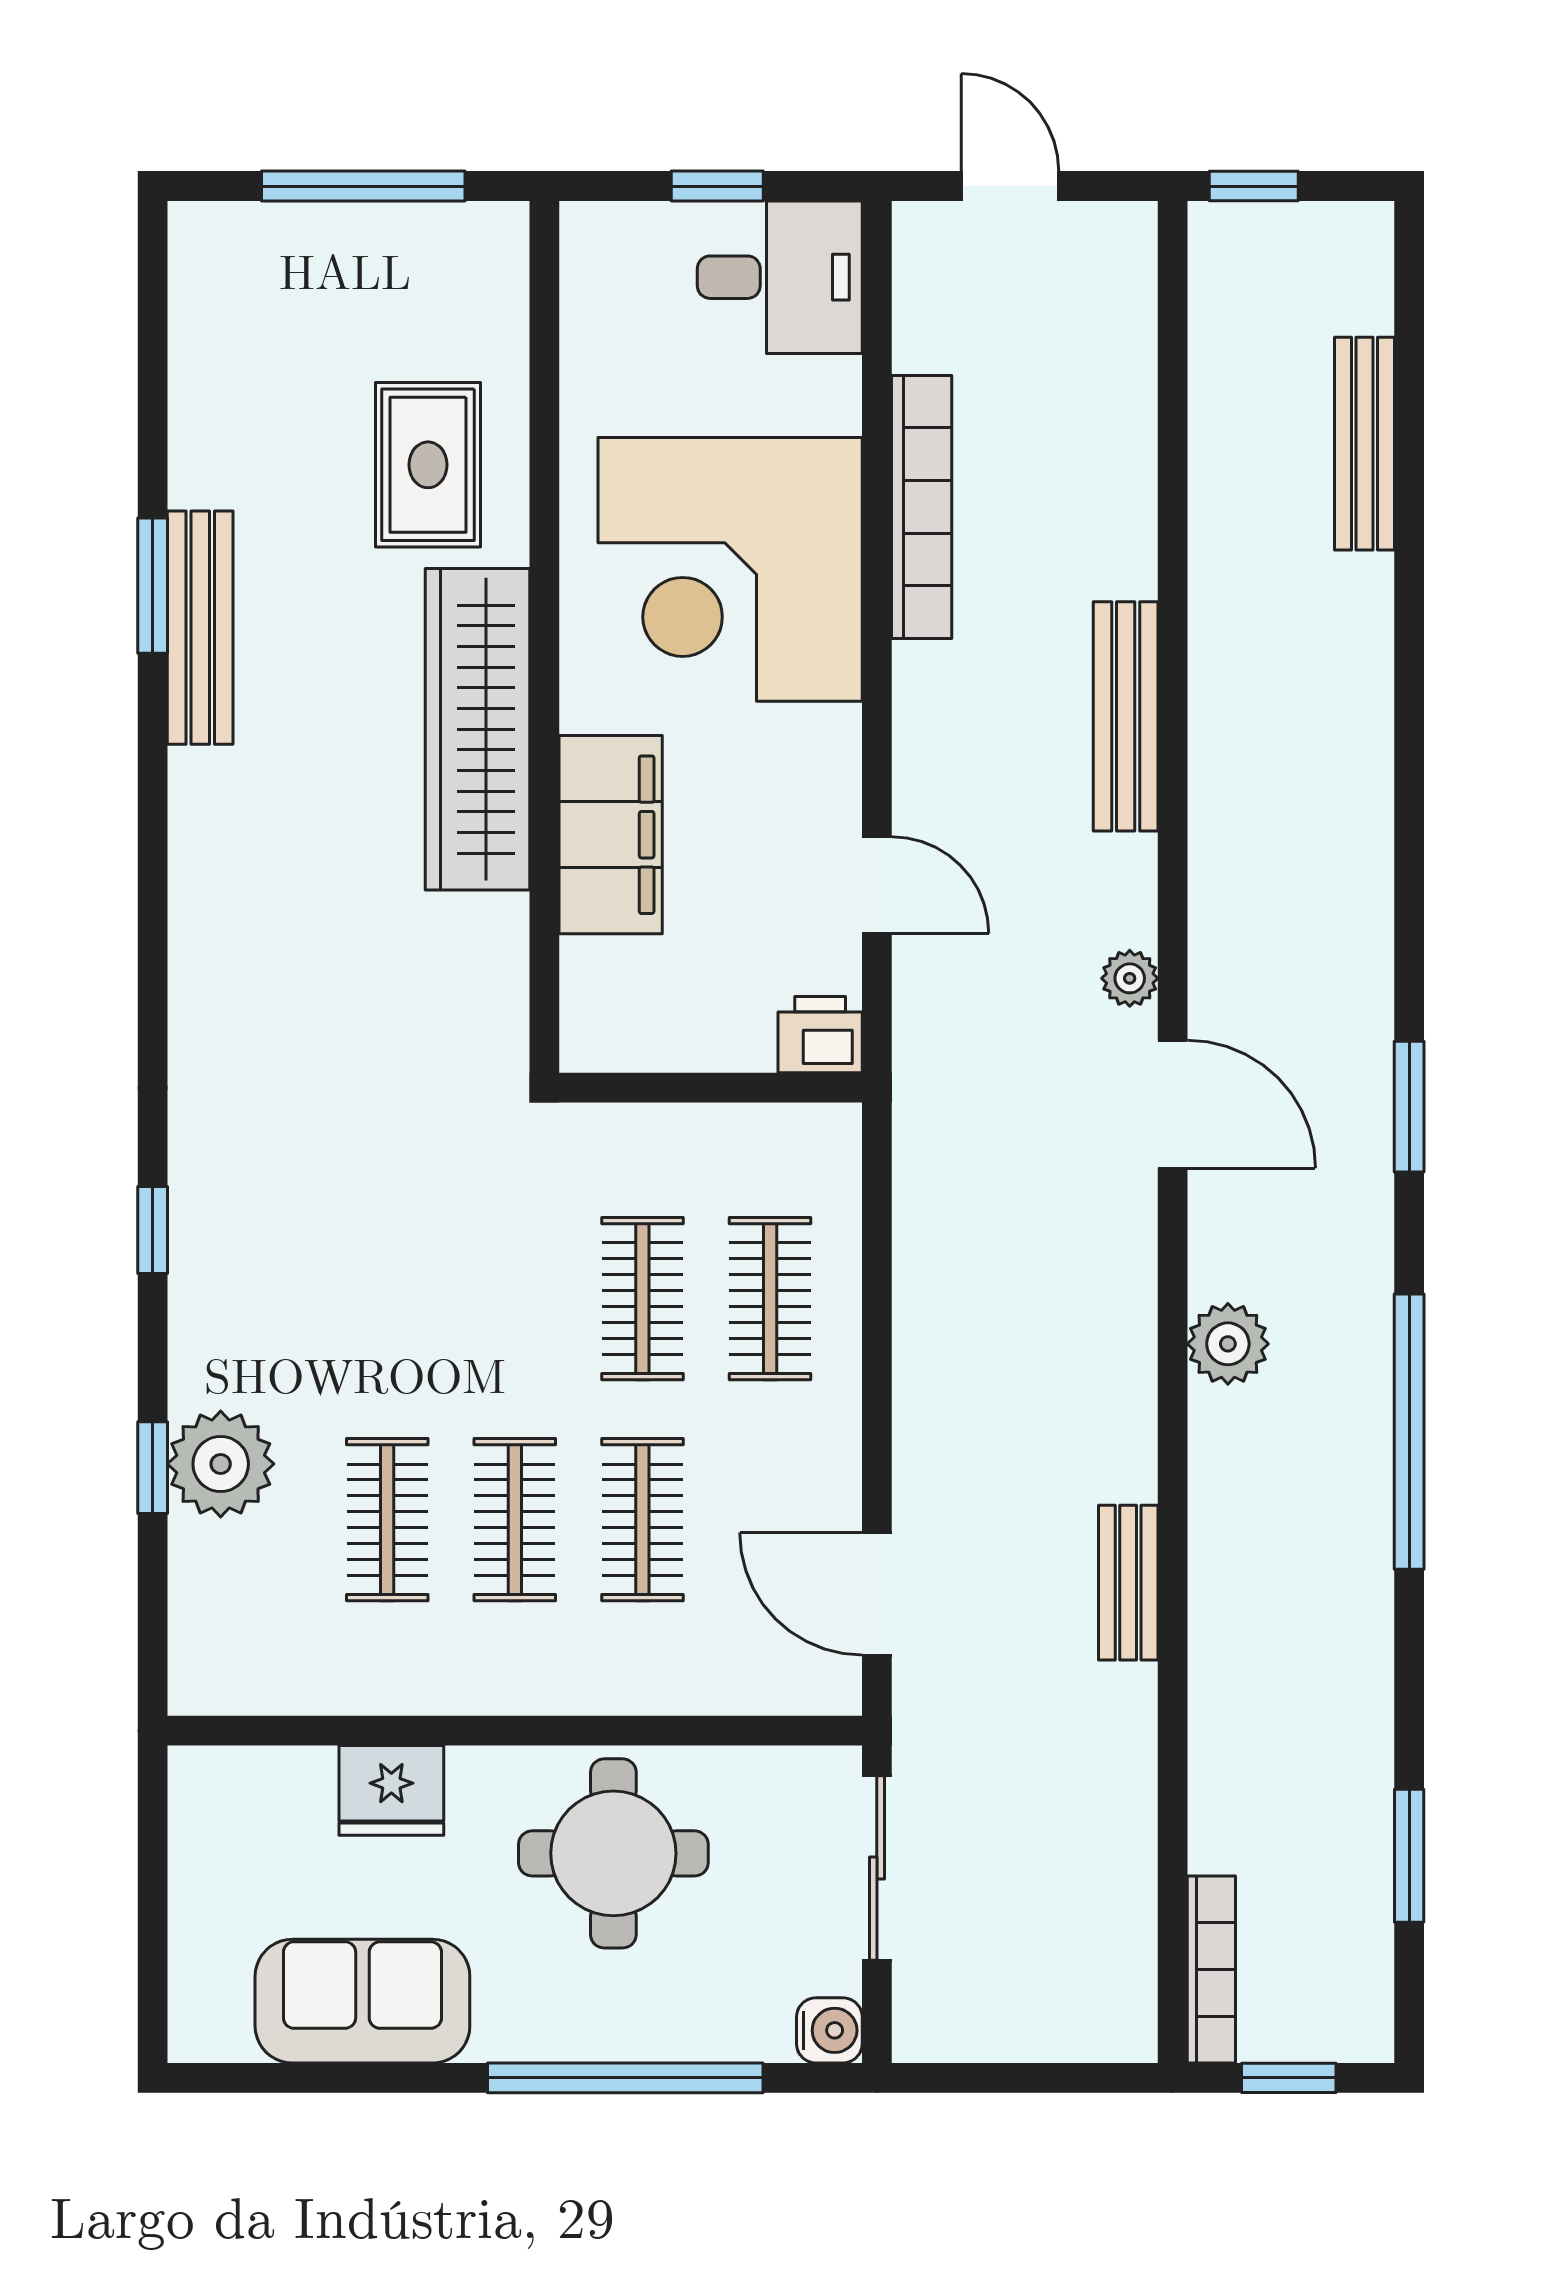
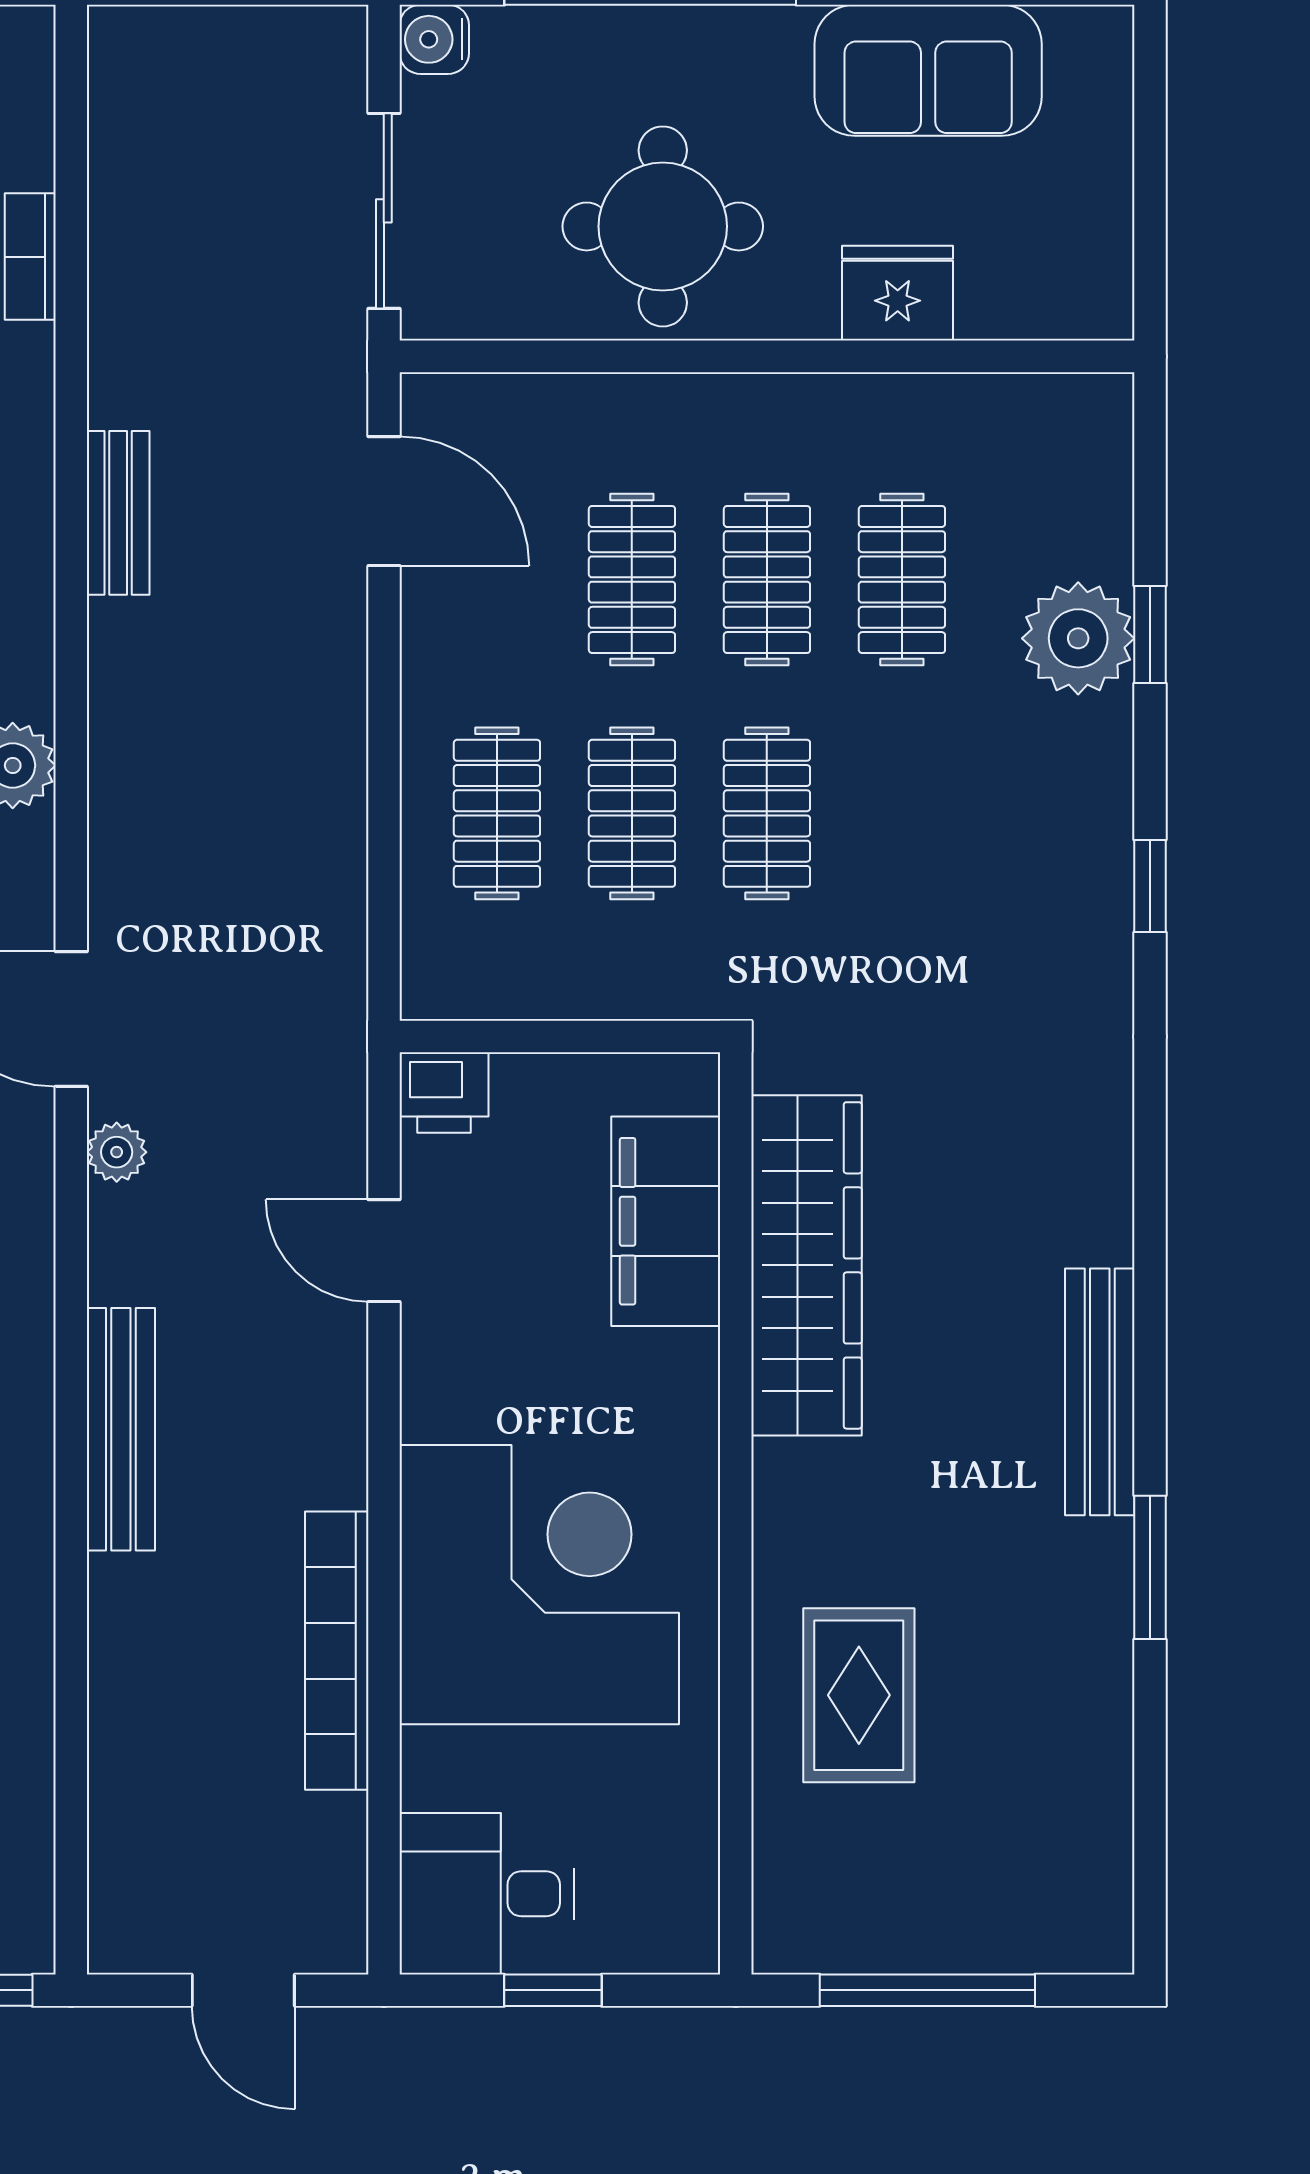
bench: (200, 628) -> (1100, 1392), moved
wardrobe: (478, 729) -> (806, 1265), moved
filing cabinet: (611, 835) -> (666, 1221), moved
clothes rail: (515, 1299) -> (767, 813), added
bookcase: (1211, 1969) -> (30, 257), moved, width x0.64

